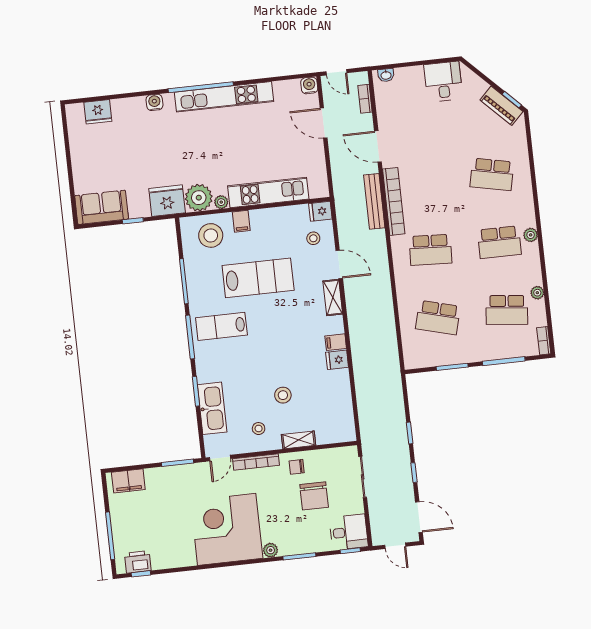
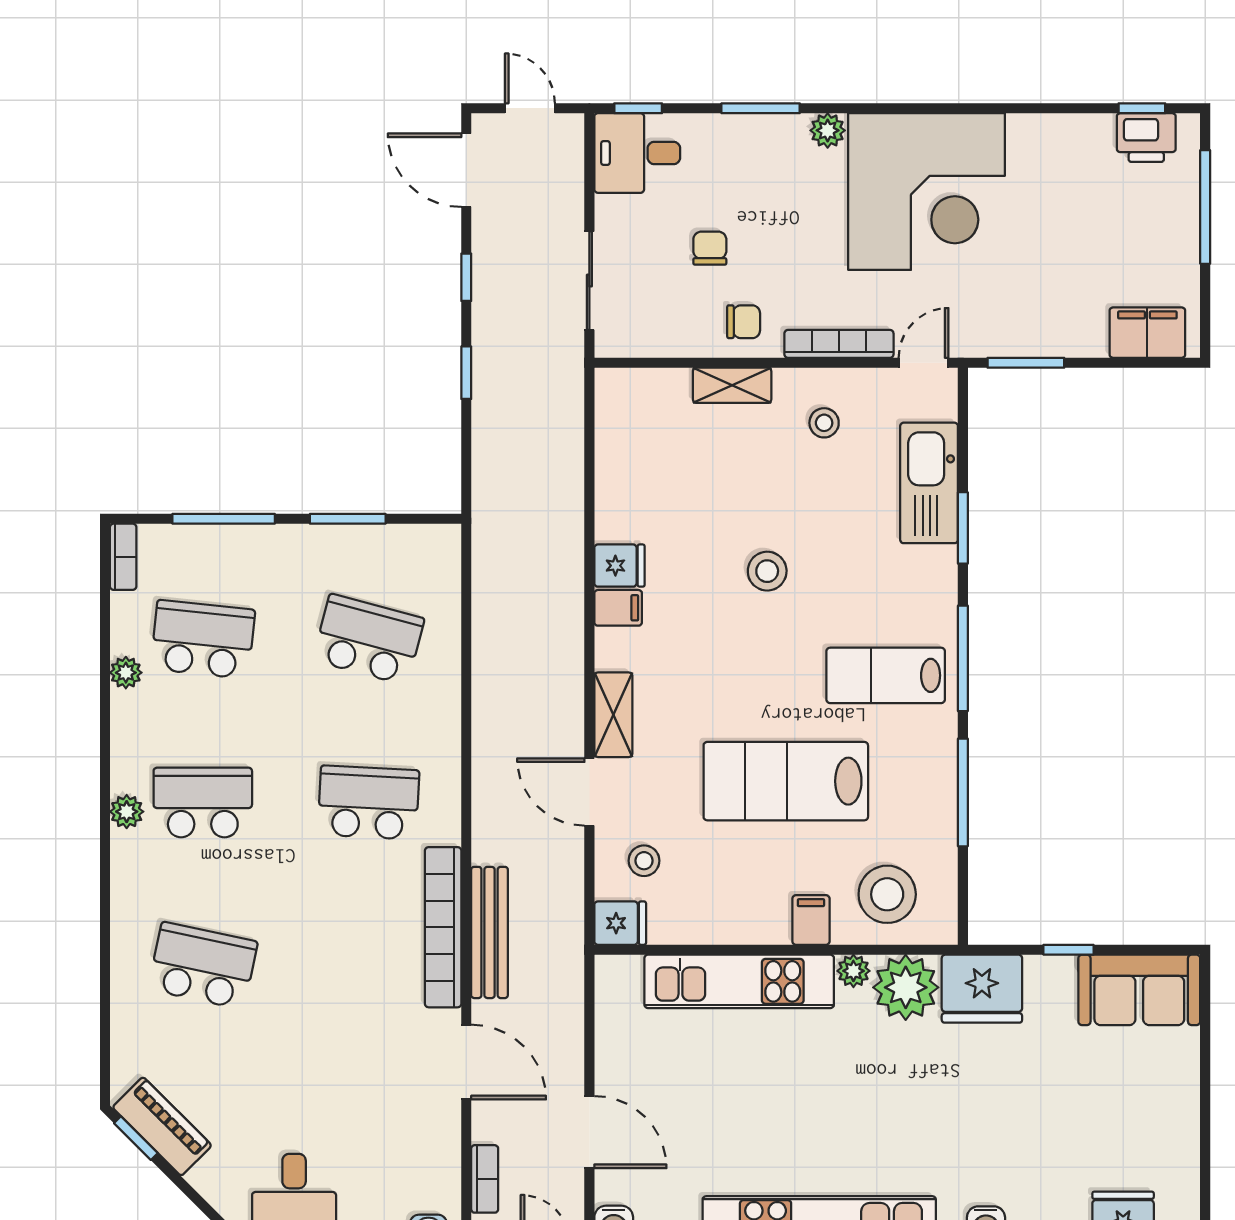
lab bench: (221, 326) -> (886, 675), turned 180
stool: (283, 395) -> (767, 571), moved
chair: (314, 496) -> (710, 248), width x0.54, depth x0.54

